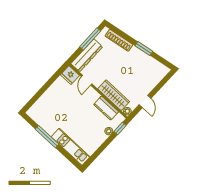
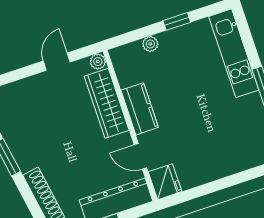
door: (87, 80) -> (140, 156), swing flipped
kitchen counter: (106, 108) -> (140, 109), moved
window: (120, 128) -> (177, 21), moved

